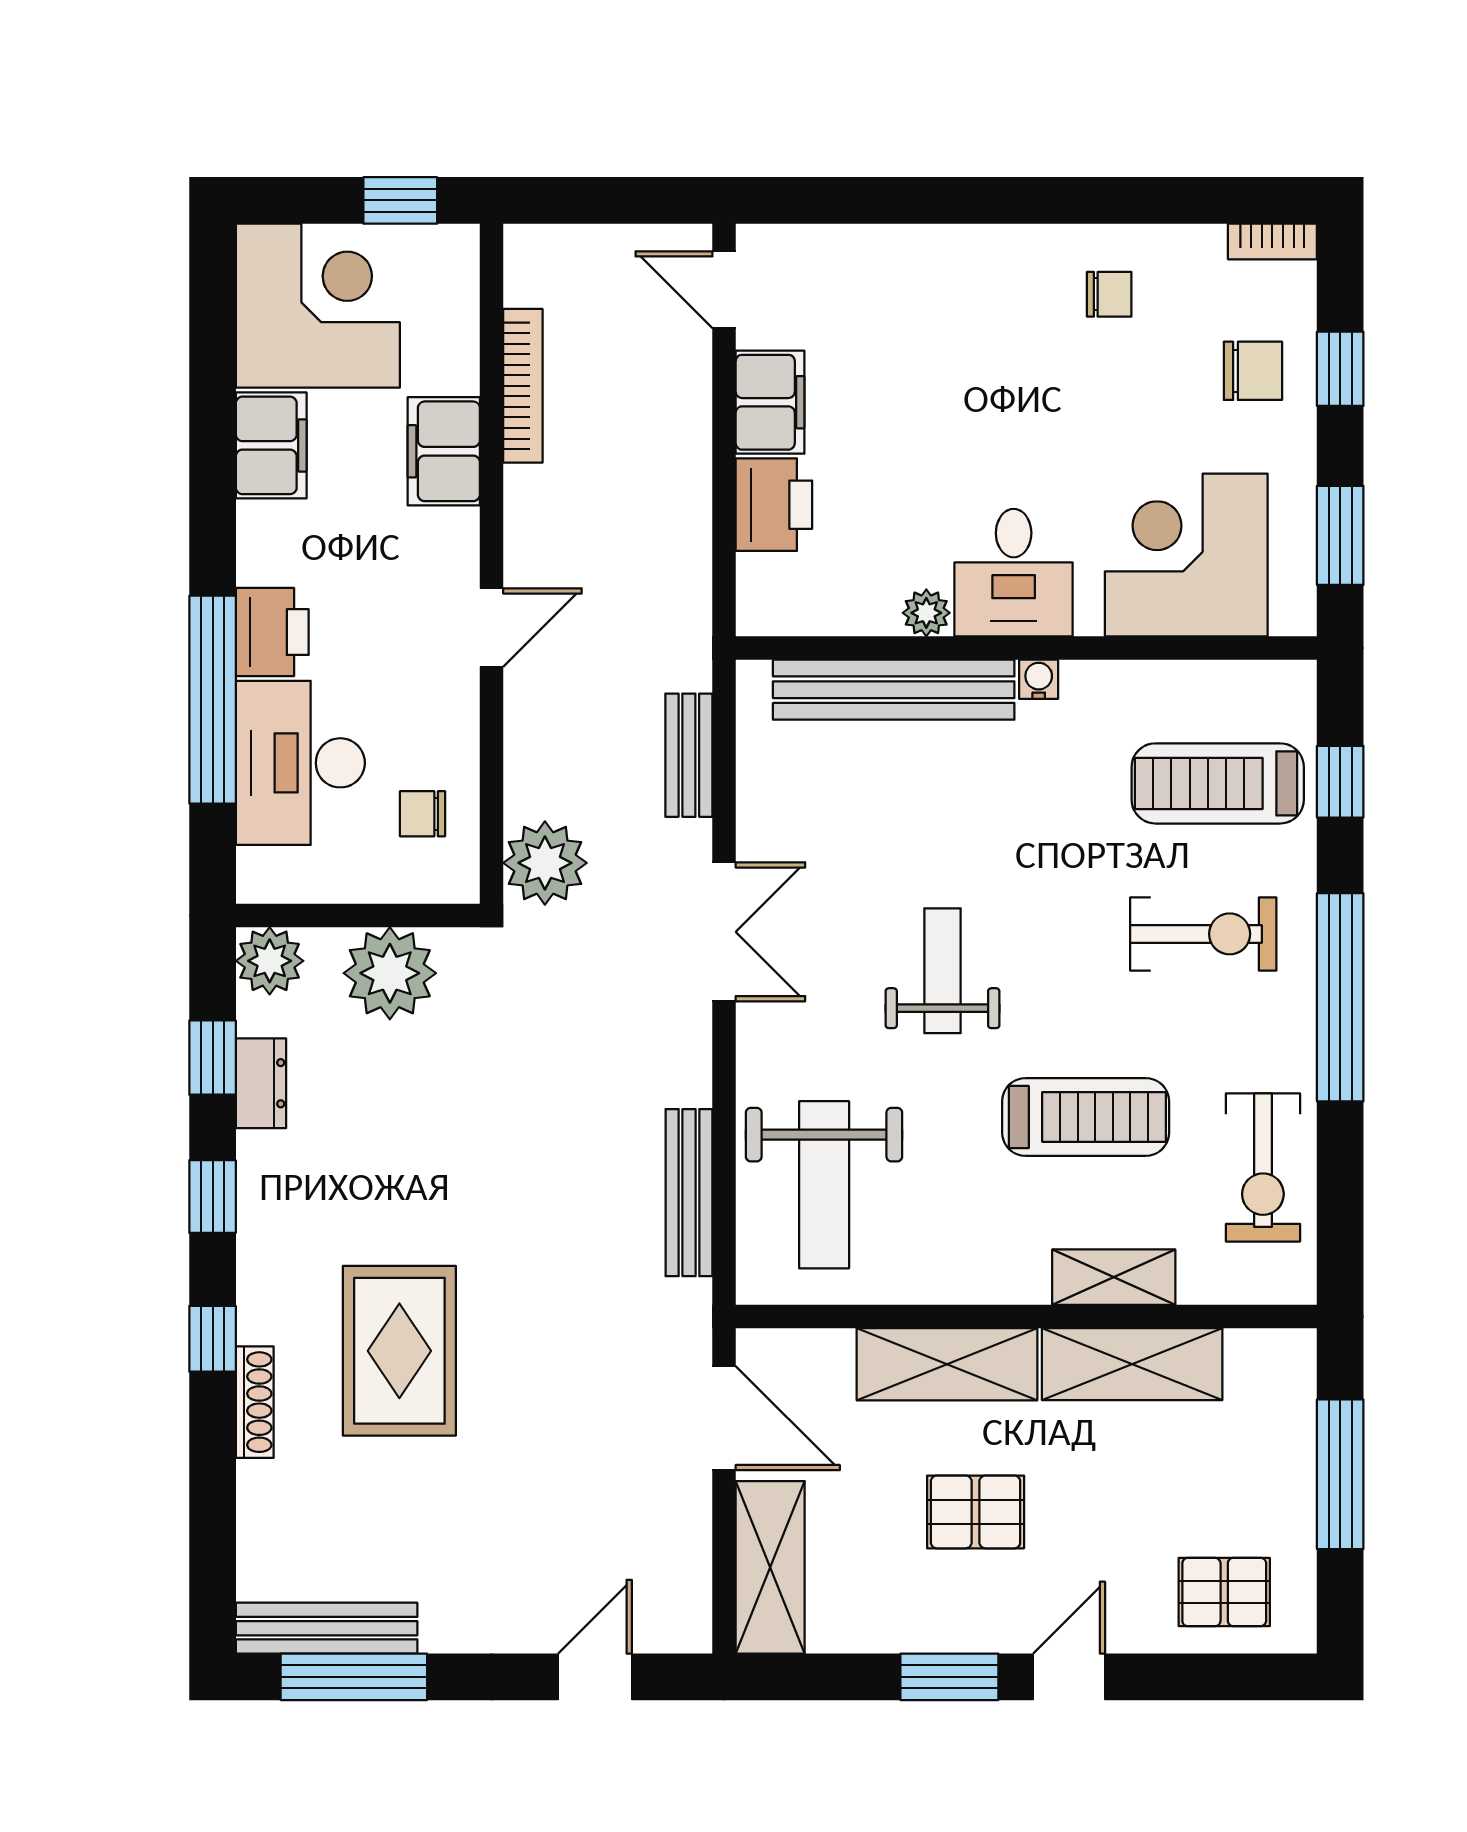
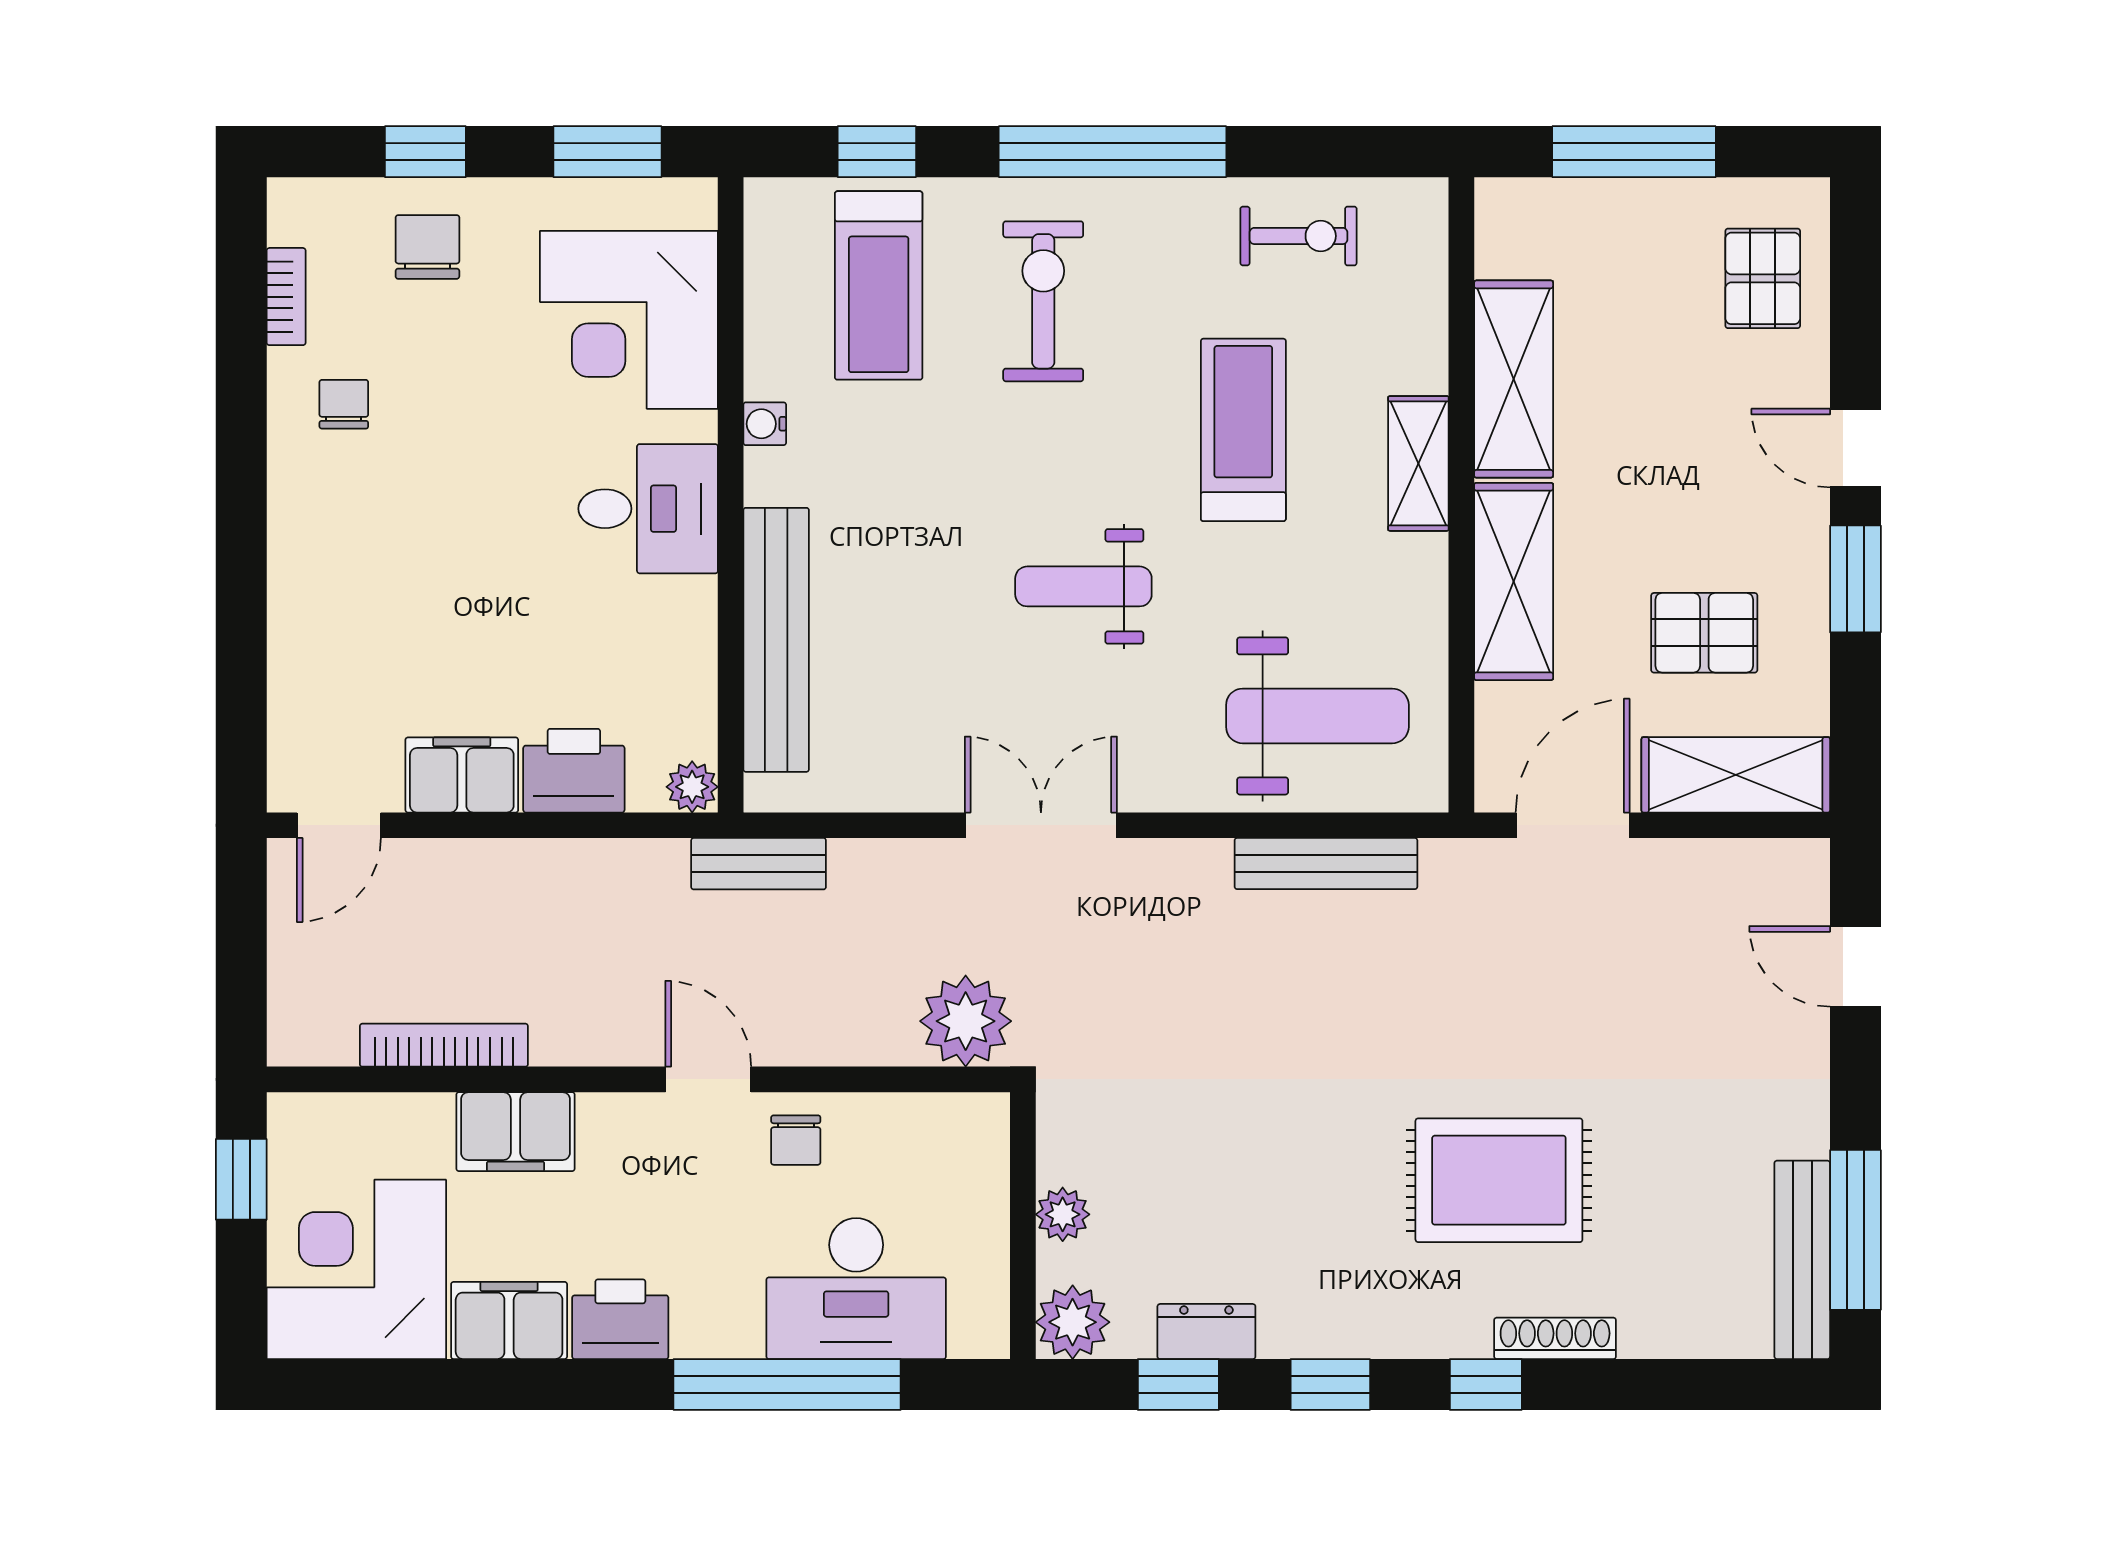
bookcase: (1272, 242) -> (286, 297), moved
plant: (926, 613) -> (692, 787), moved
printer: (272, 632) -> (620, 1319), moved
water cooler: (1039, 679) -> (765, 424), moved
bench: (689, 755) -> (759, 864), moved
chair: (423, 814) -> (796, 1140), moved
plant: (390, 973) -> (1063, 1214), width x0.53, depth x0.53
exercise bike: (1263, 1167) -> (1299, 236), width x0.73, depth x0.72
shelving: (1114, 1277) -> (1418, 463), moved
pallet: (976, 1512) -> (1704, 633), moved, turned 90

